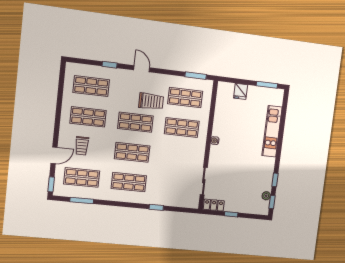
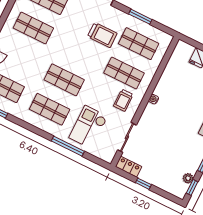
window: (196, 76) -> (140, 17), moved
shop shelf: (135, 122) -> (79, 50), removed
trolley: (82, 146) -> (123, 100), moved
checkout: (168, 185) -> (88, 127), added
window: (156, 207) -> (68, 146), width x2.17

